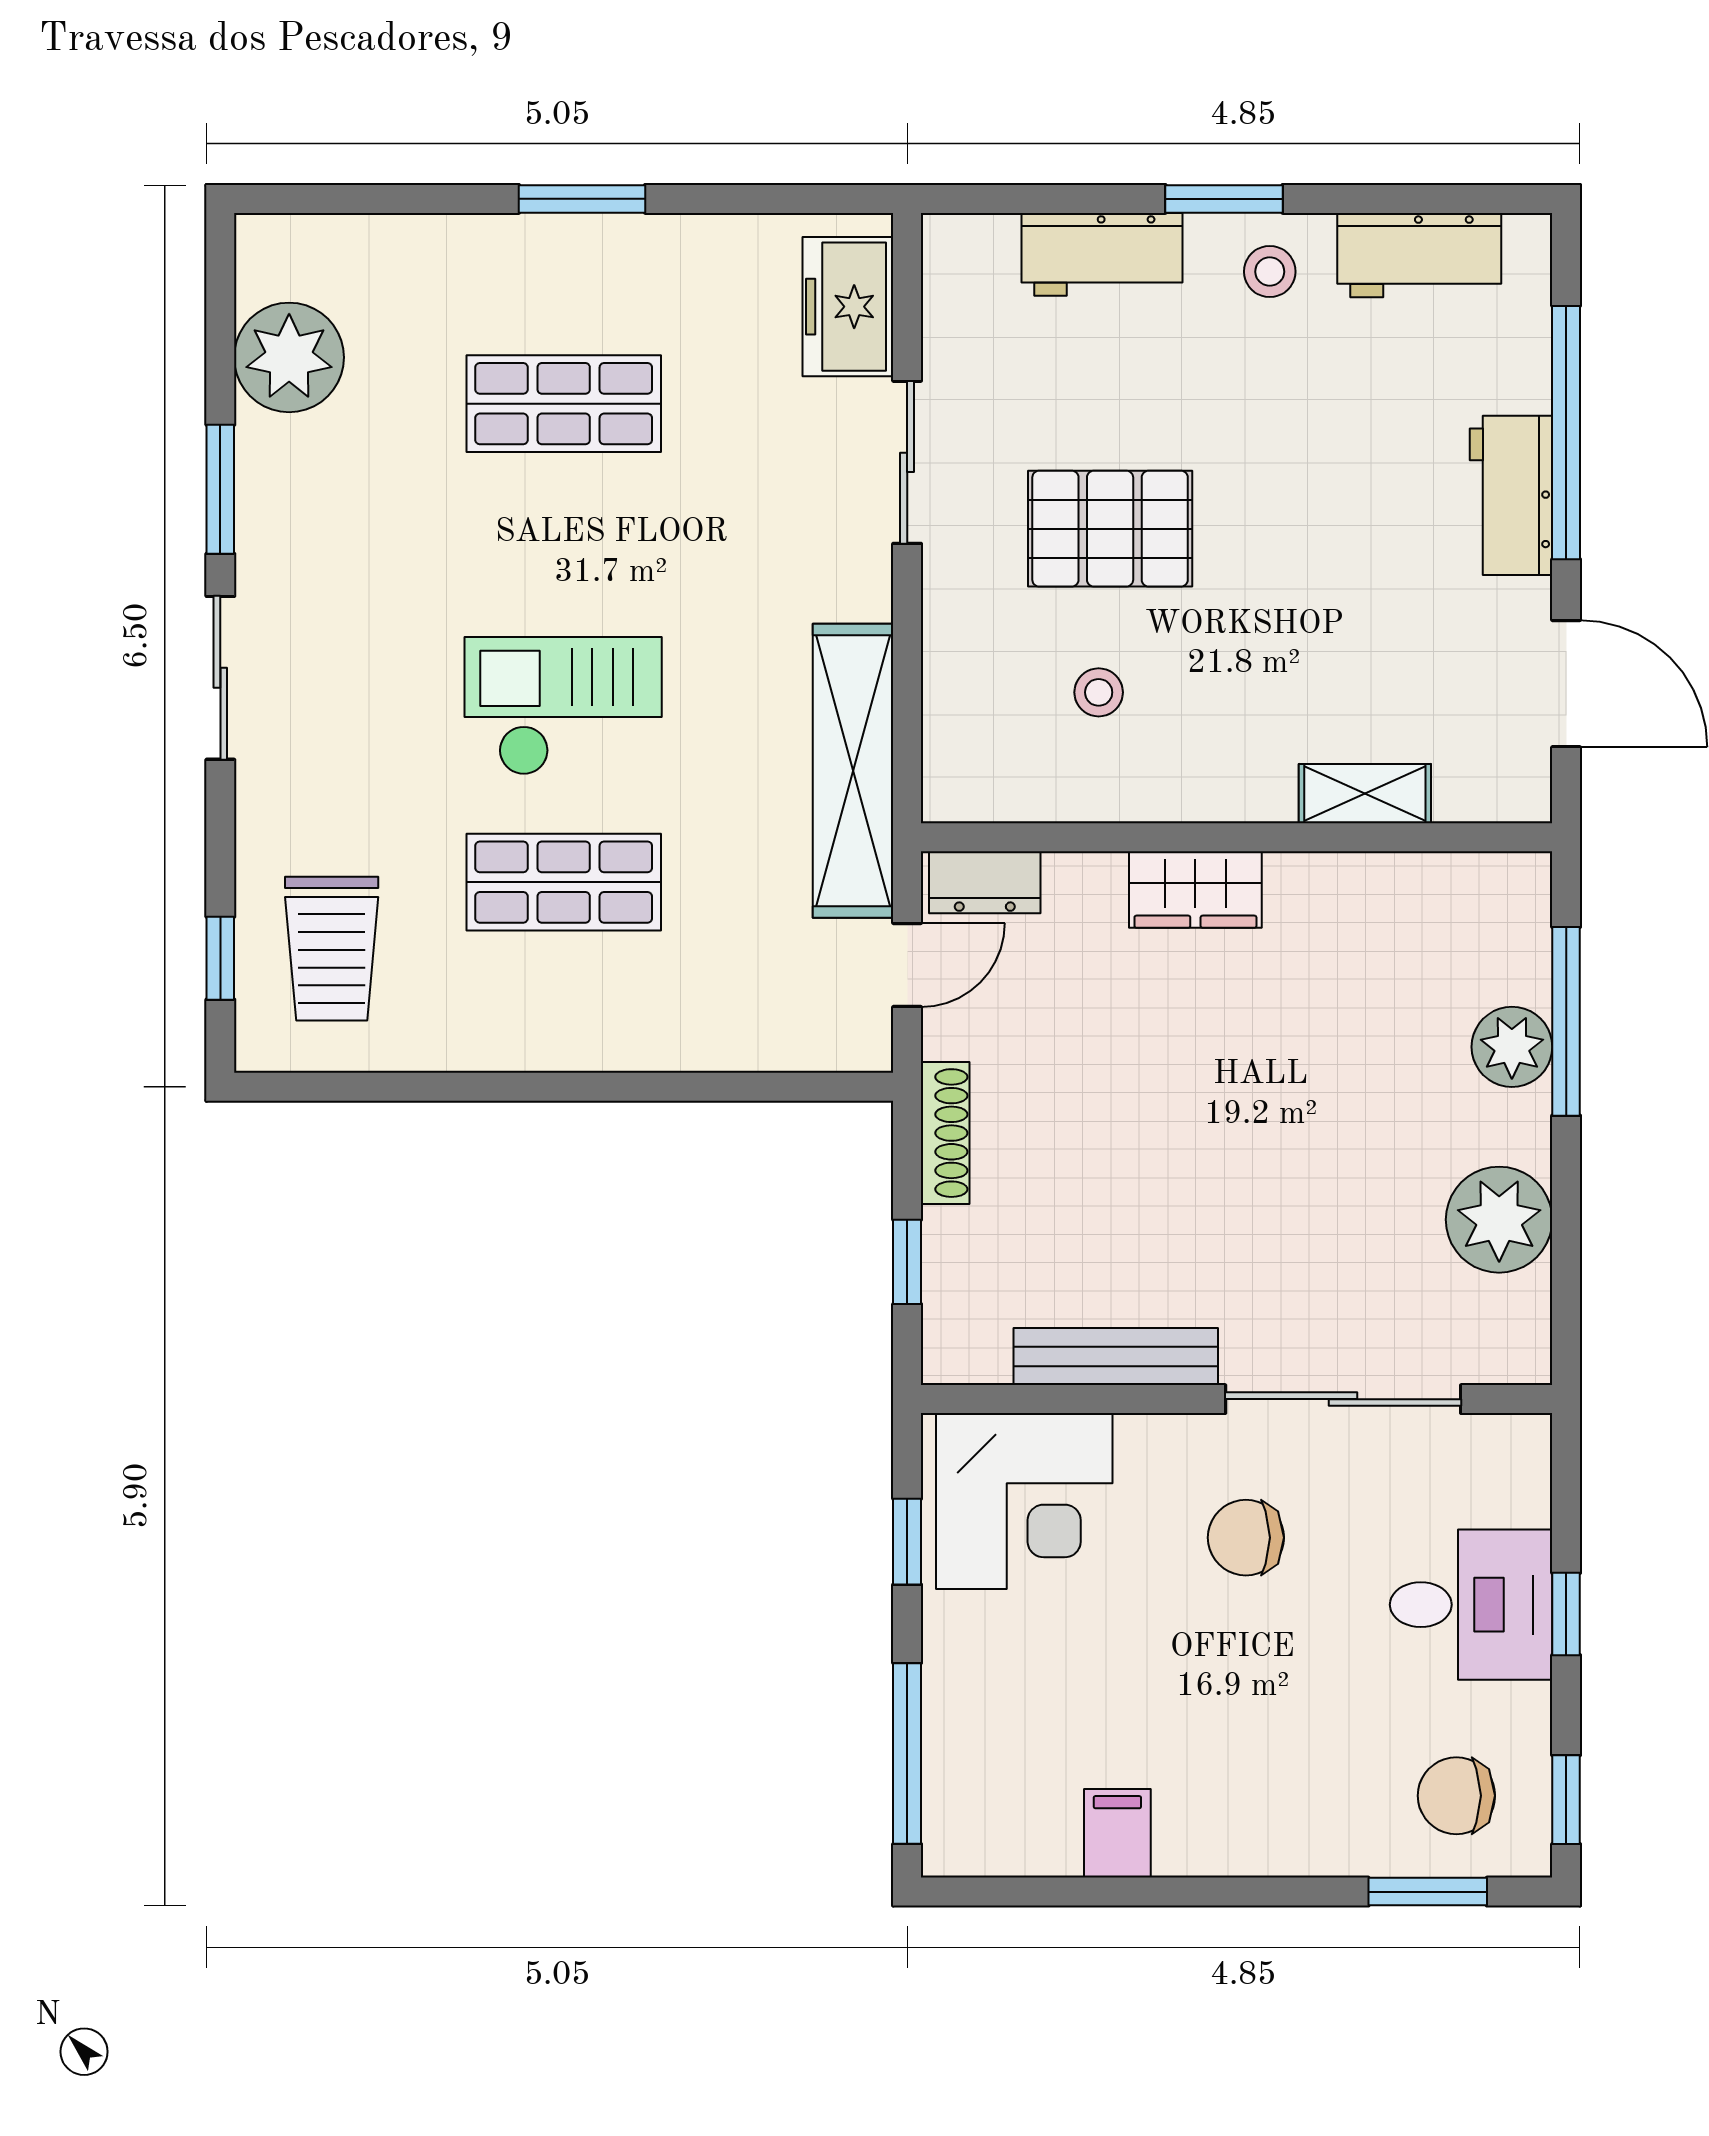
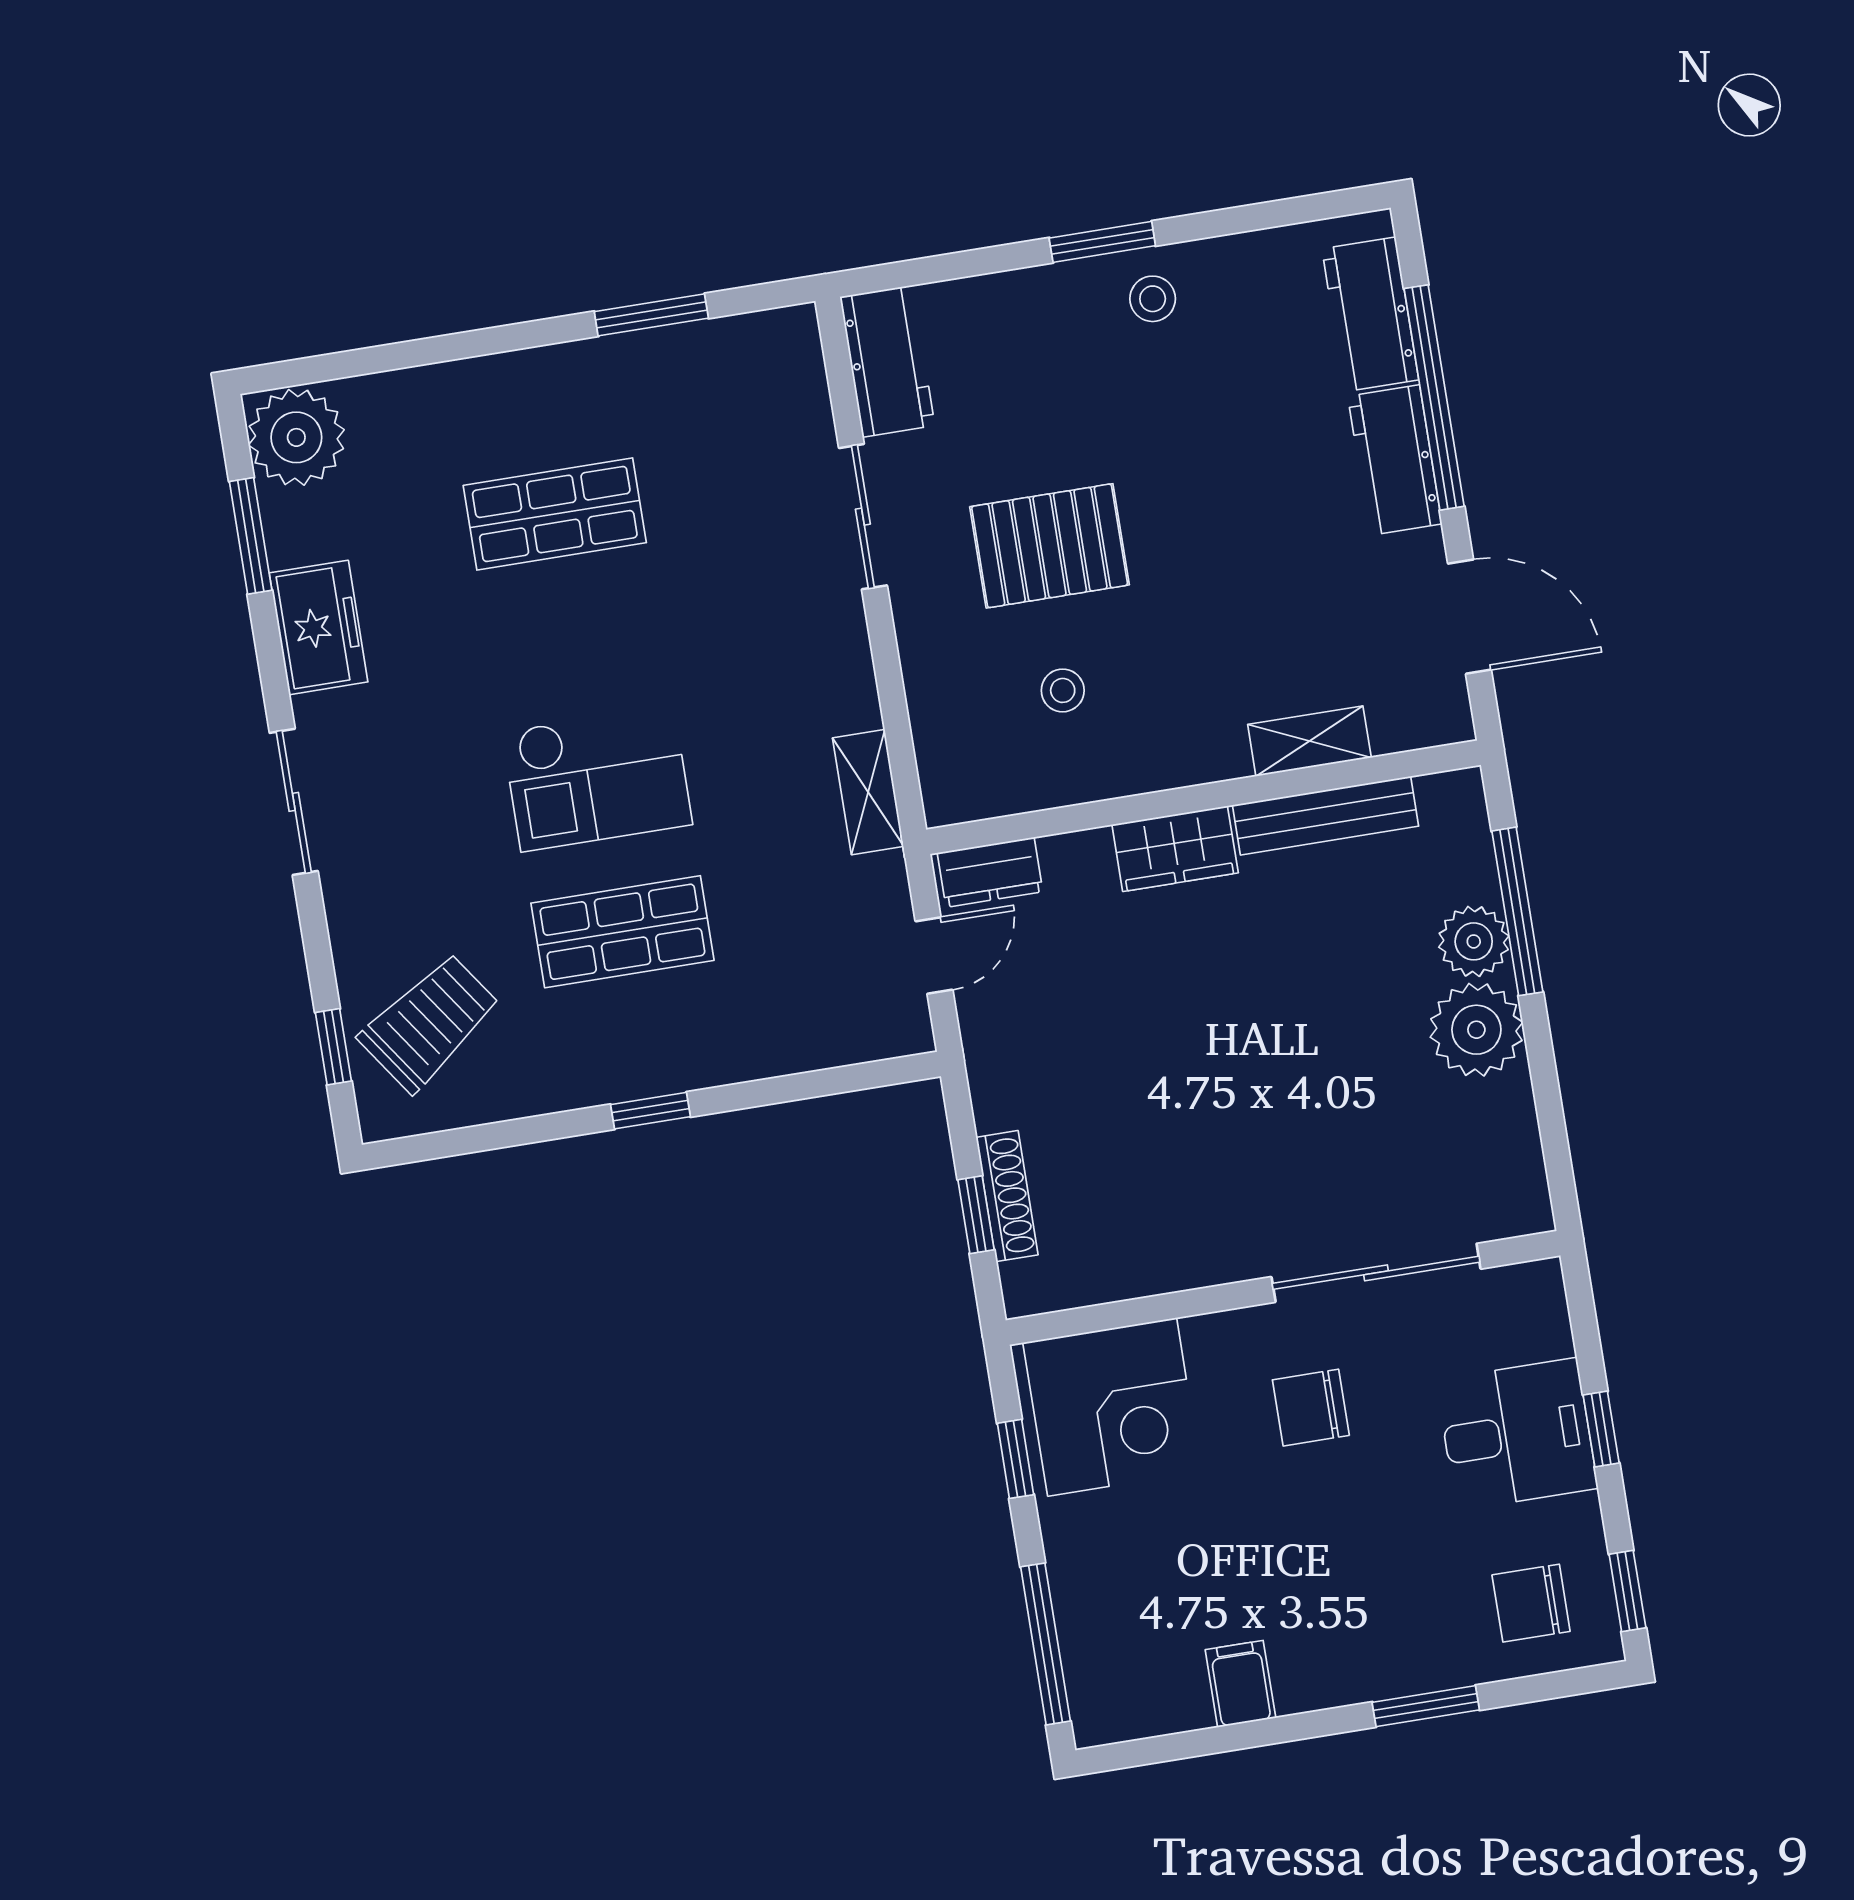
window: (582, 199) -> (651, 315), moved
workbench: (1102, 254) -> (887, 361), moved, turned -90
workbench: (1419, 255) -> (1370, 314), moved, turned 90
freezer: (848, 307) -> (319, 627), moved, turned 180
plant: (289, 357) -> (296, 437), moved
window: (220, 489) -> (251, 536), moved
checkout: (563, 706) -> (597, 778), turned 180
shelving: (853, 771) -> (868, 792), width x0.45, depth x0.75
trolley: (332, 949) -> (429, 1023), turned -125
window: (563, 1087) -> (650, 1111), added
shoe rack: (945, 1133) -> (1007, 1196), moved
plant: (1499, 1220) -> (1476, 1030), moved
bench: (1116, 1357) -> (1325, 816), moved
window: (1428, 1892) -> (1426, 1706), moved

